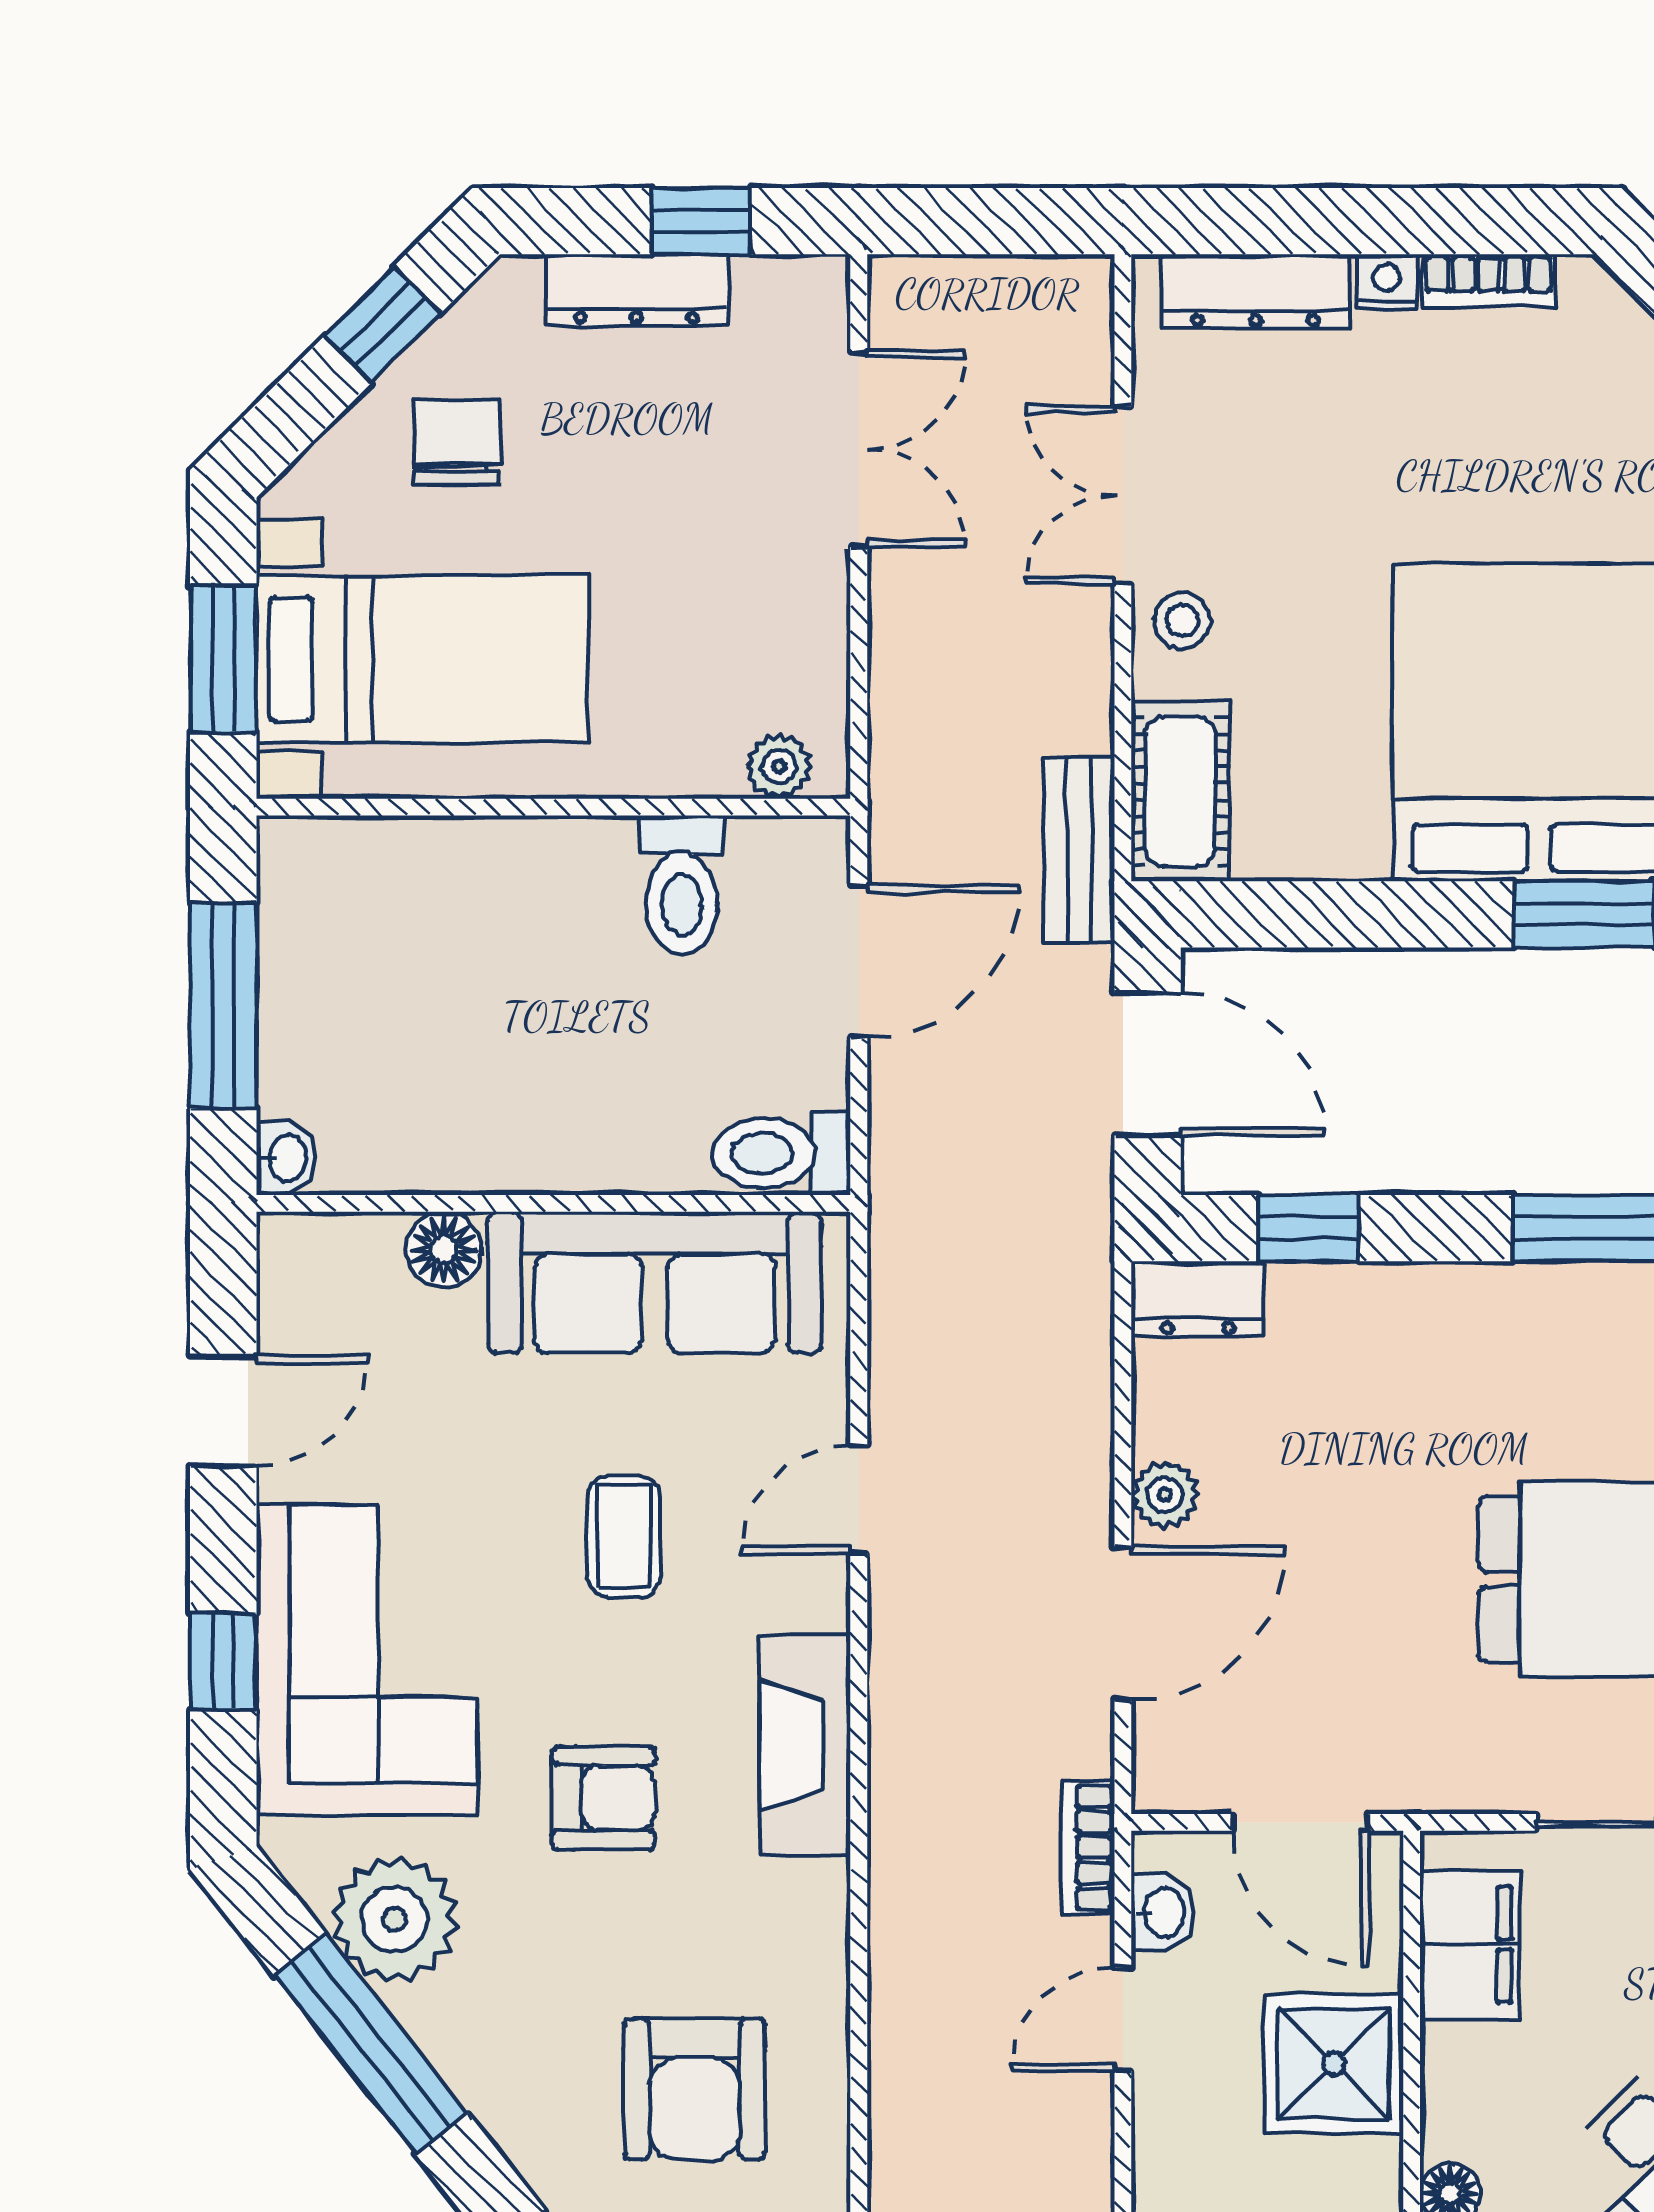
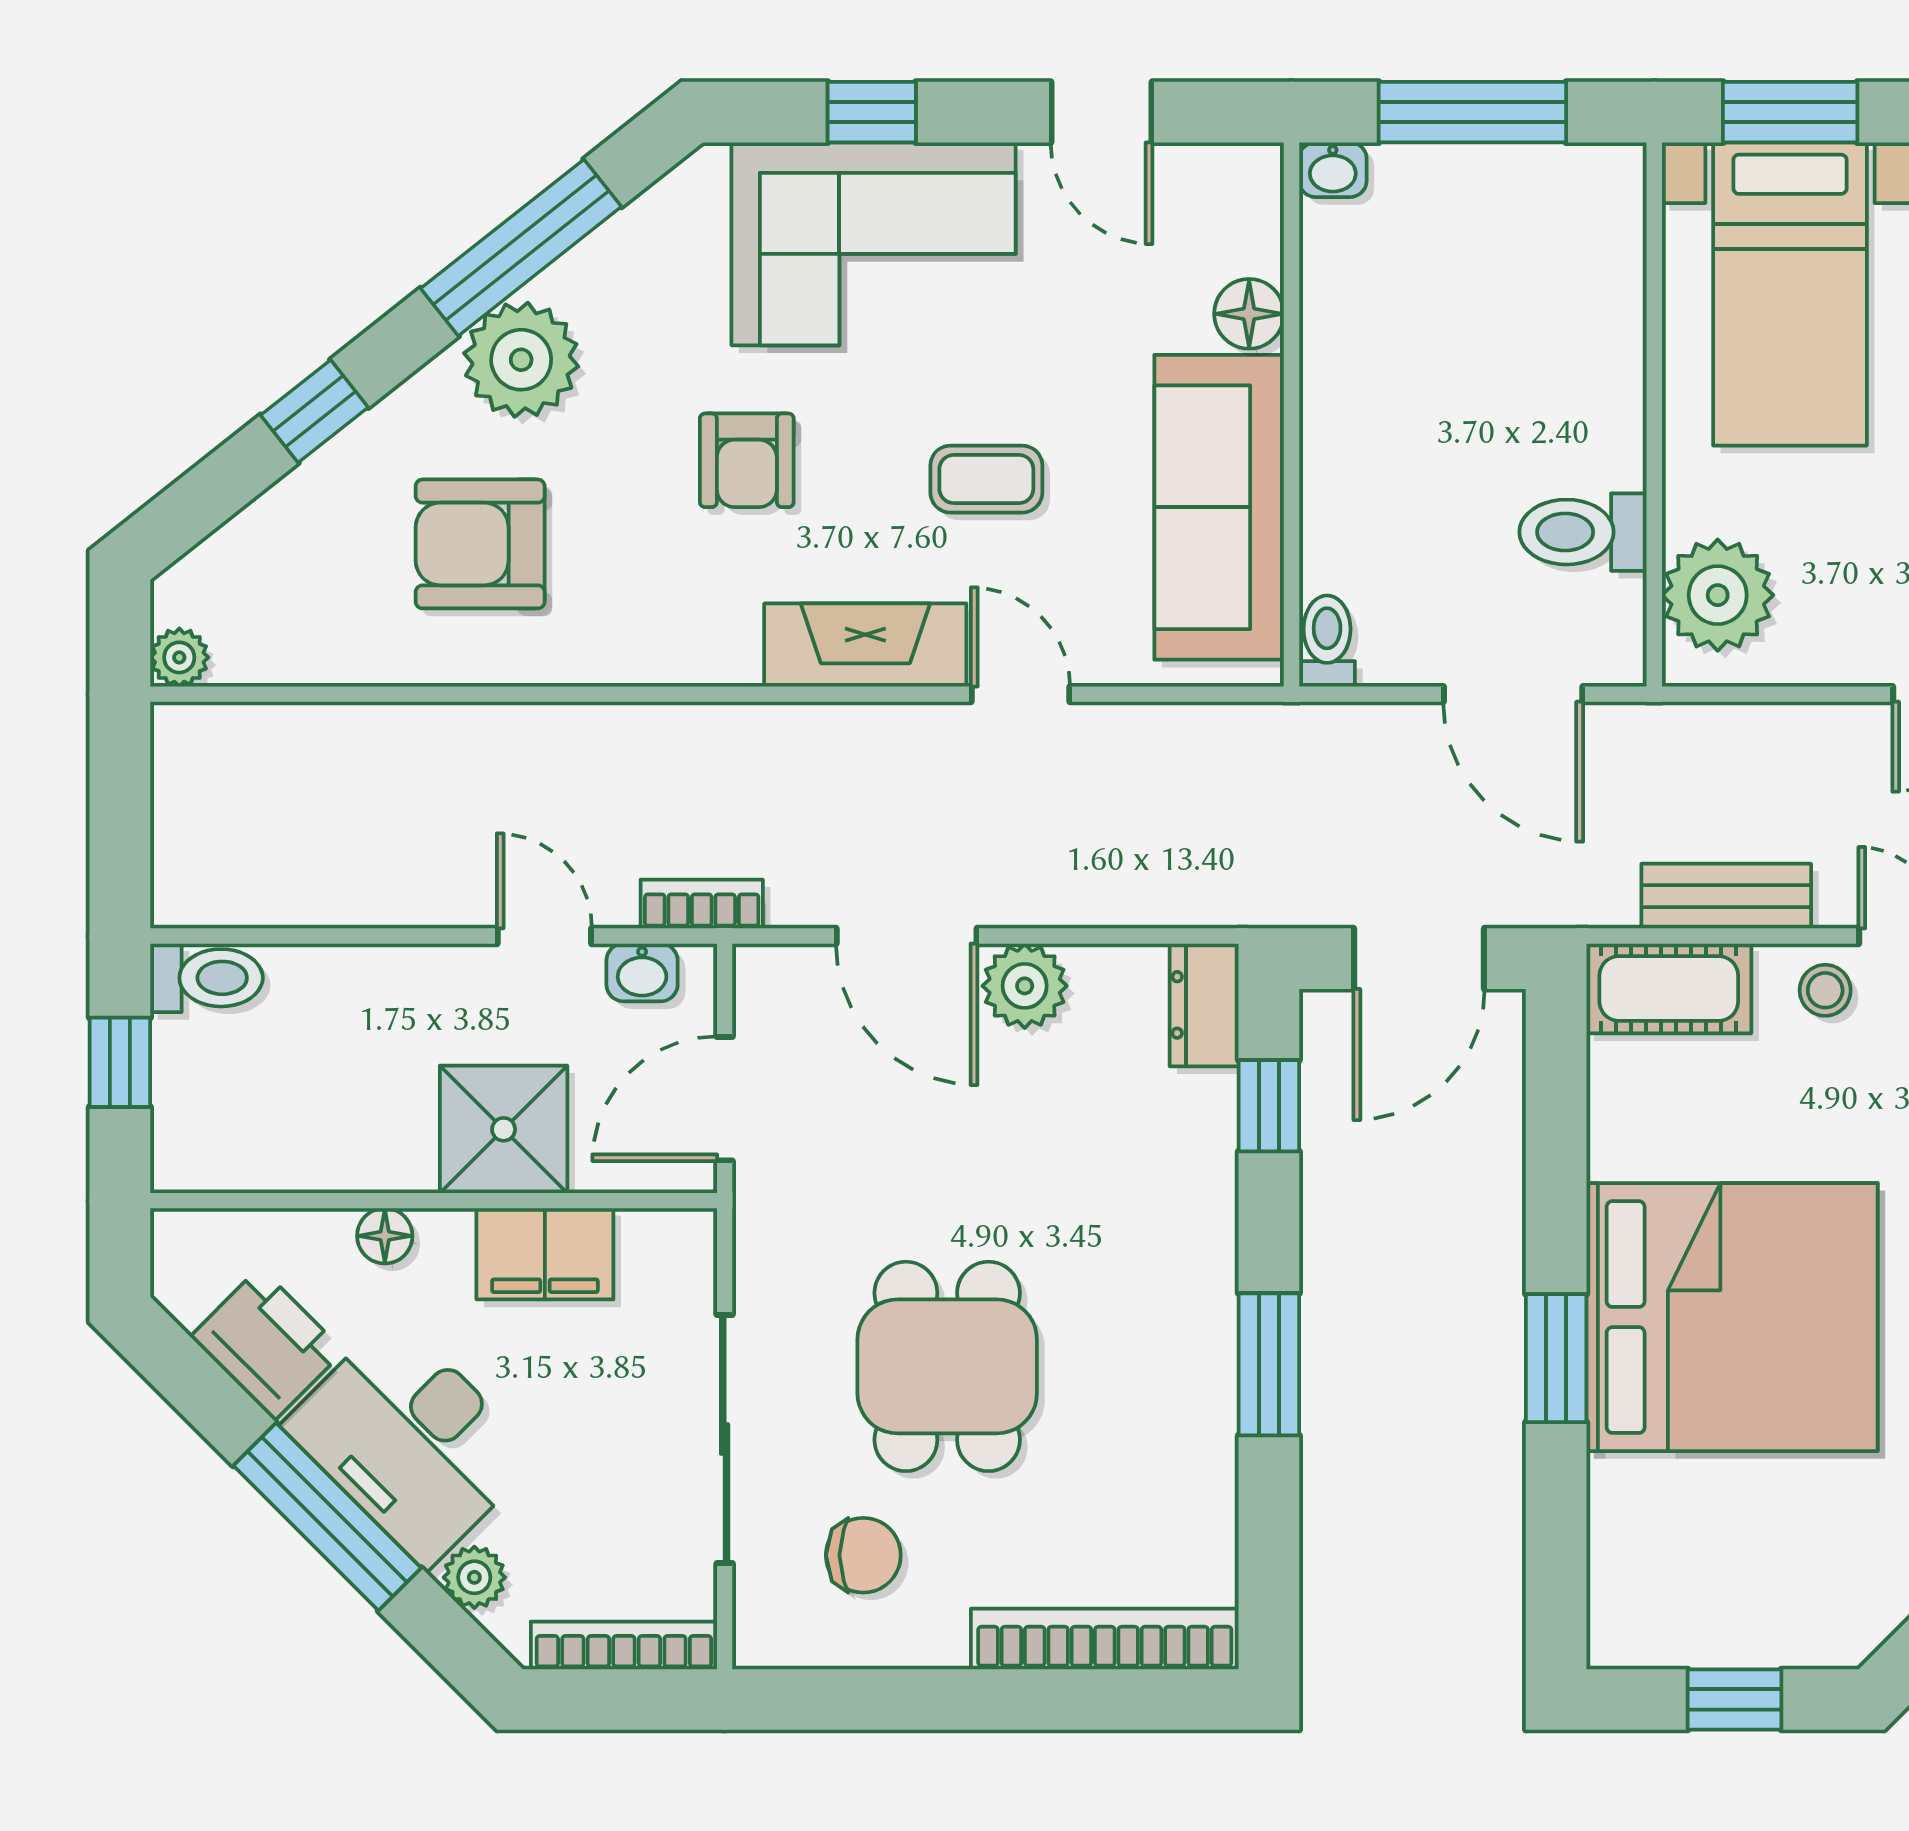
plant: (779, 766) -> (1718, 595), width x1.87, depth x1.87
bench: (1079, 849) -> (1726, 896), moved
toilet: (782, 1153) -> (1327, 641), width x0.73, depth x0.72
plant: (1165, 1495) -> (1025, 986), width x1.38, depth x1.38
fireplace: (805, 1745) -> (865, 645), moved
plant: (395, 1919) -> (521, 360), moved
filing cabinet: (1470, 1945) -> (545, 1254), moved

